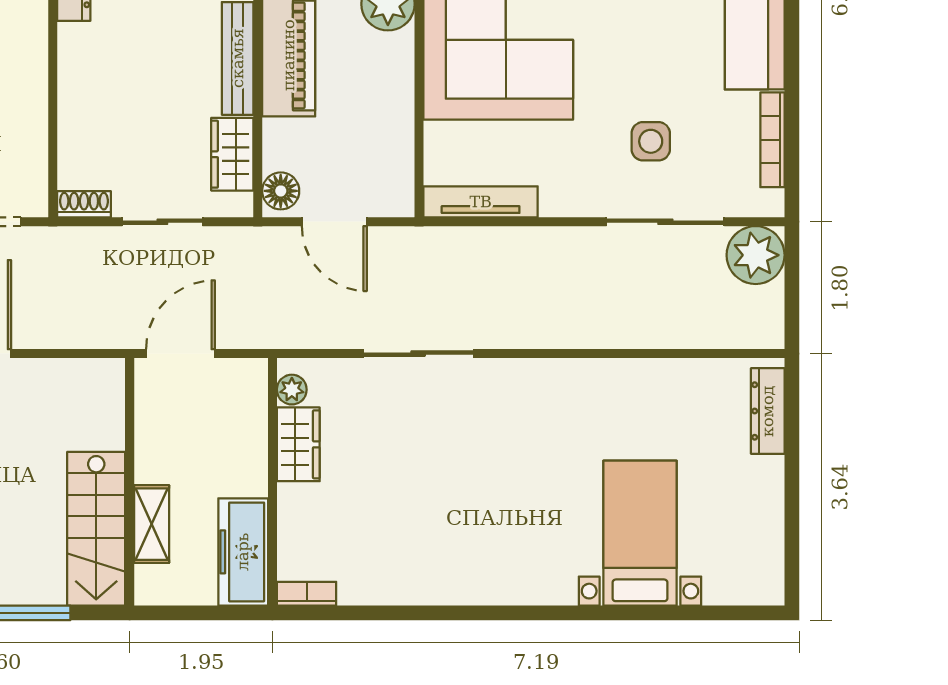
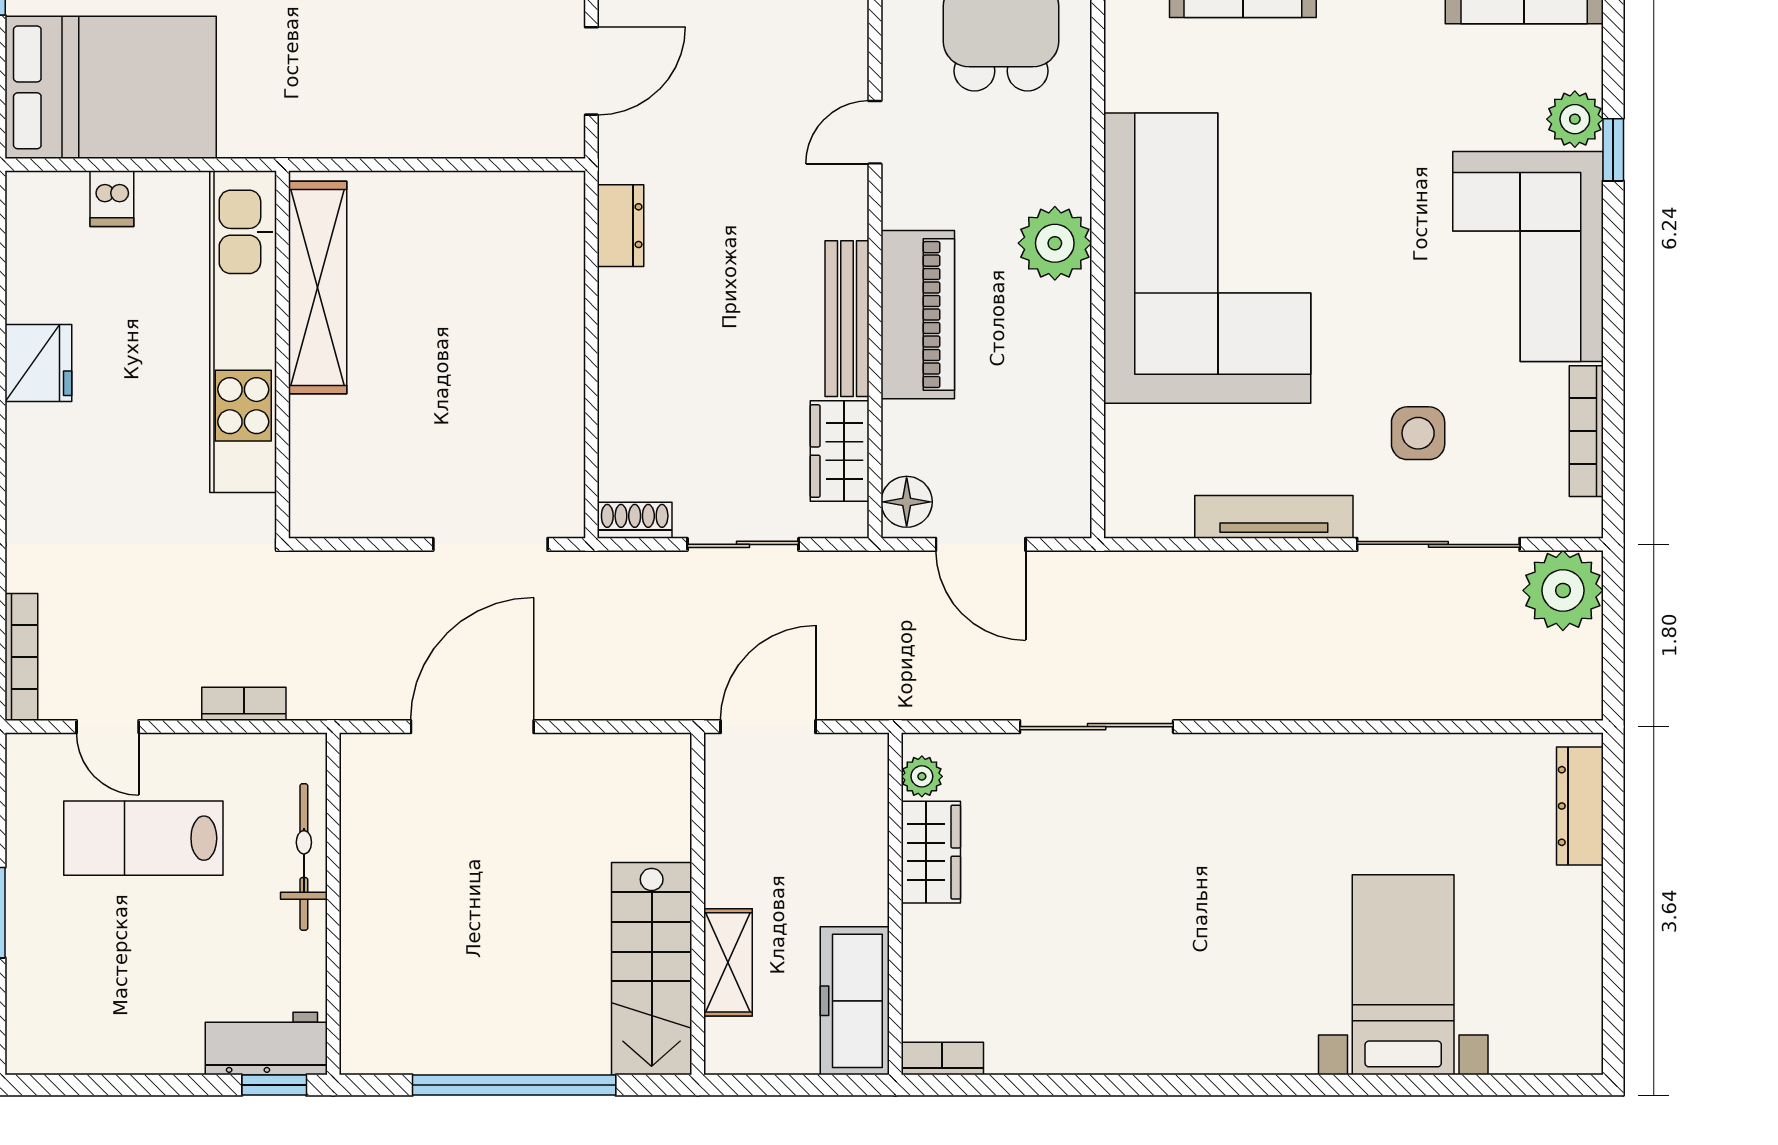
tv unit: (481, 202) -> (1274, 517), moved

